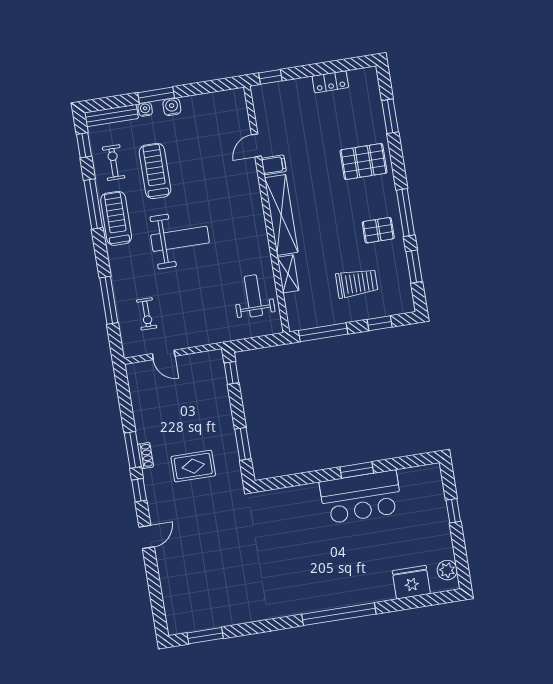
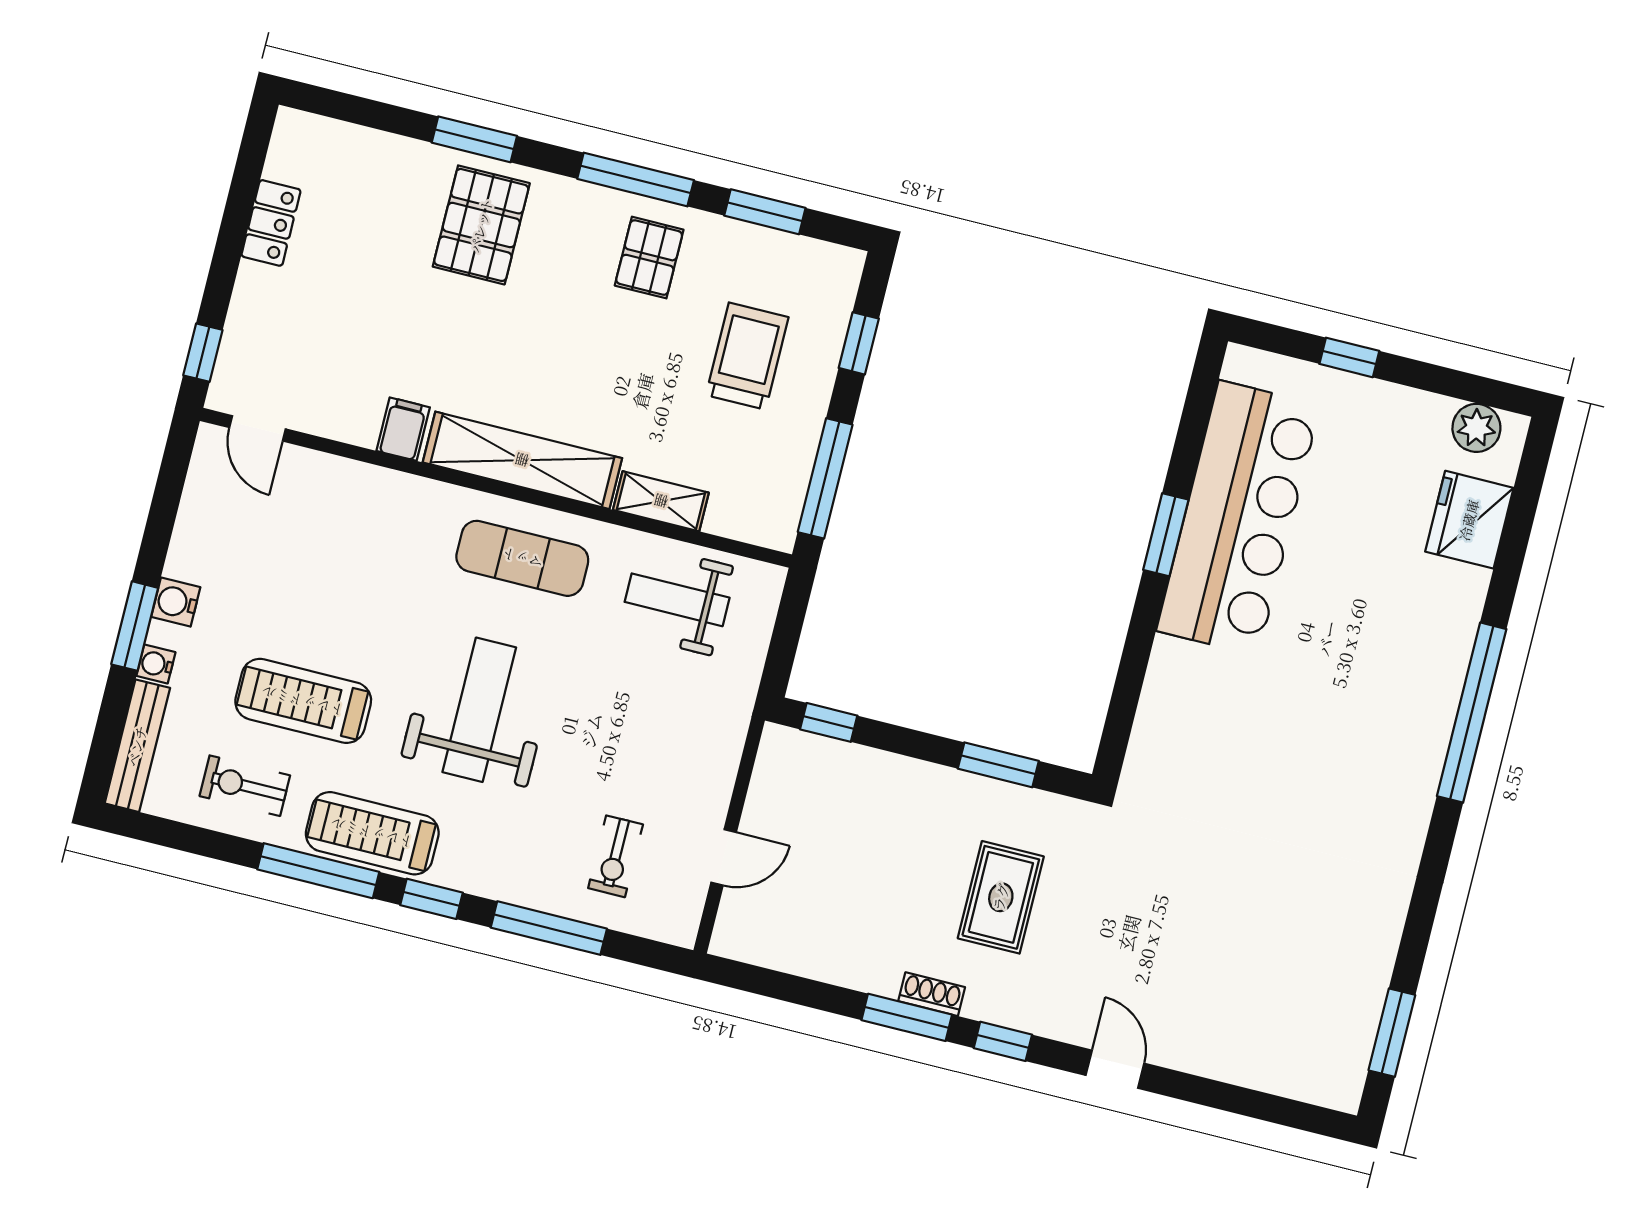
window: (390, 116) -> (474, 139), moved
window: (84, 145) -> (432, 899), moved
door: (256, 145) -> (257, 428), moved
exercise mat: (244, 231) -> (522, 558), added
exercise bike: (147, 314) -> (616, 856), turned 90
bar counter: (361, 497) -> (1238, 518), width x1.36

